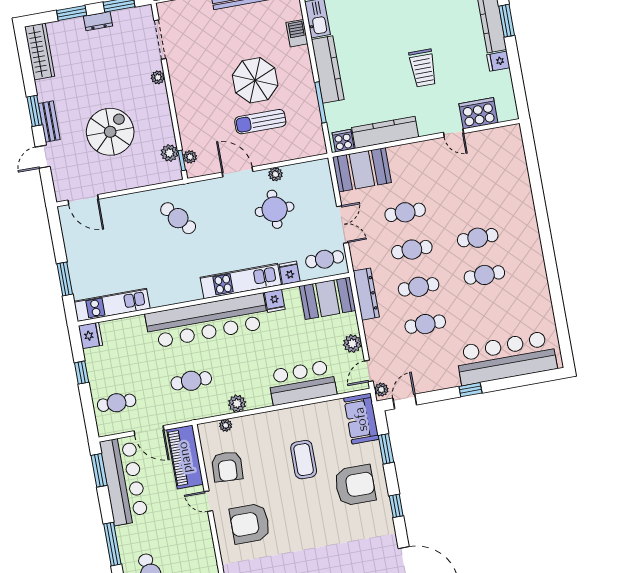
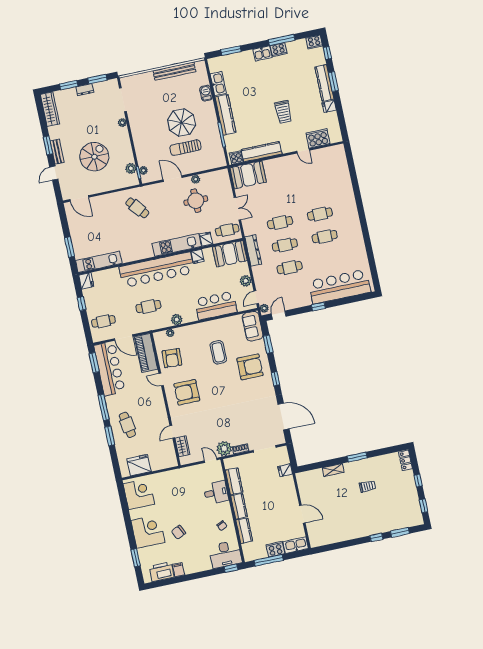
cafe table: (405, 212) -> (275, 200), removed

